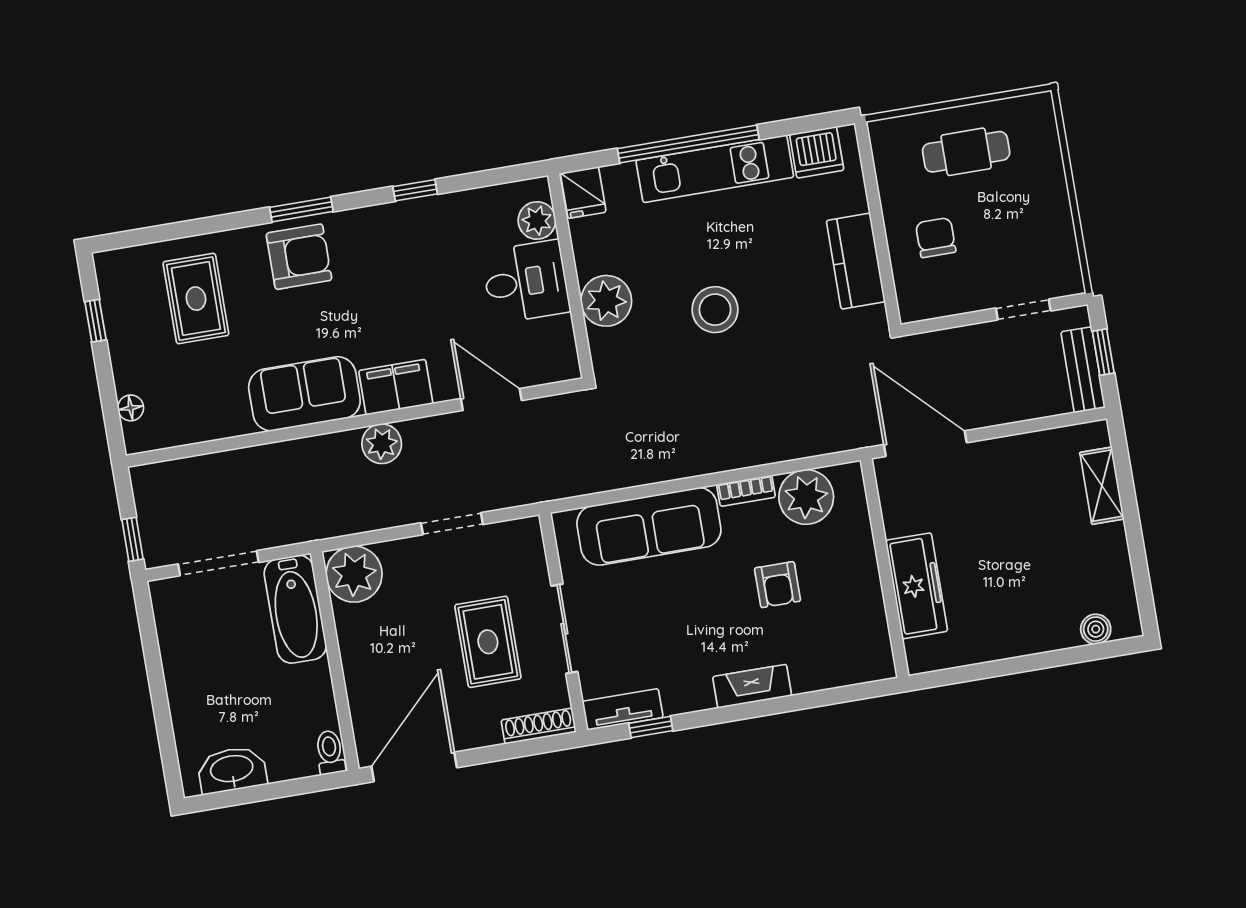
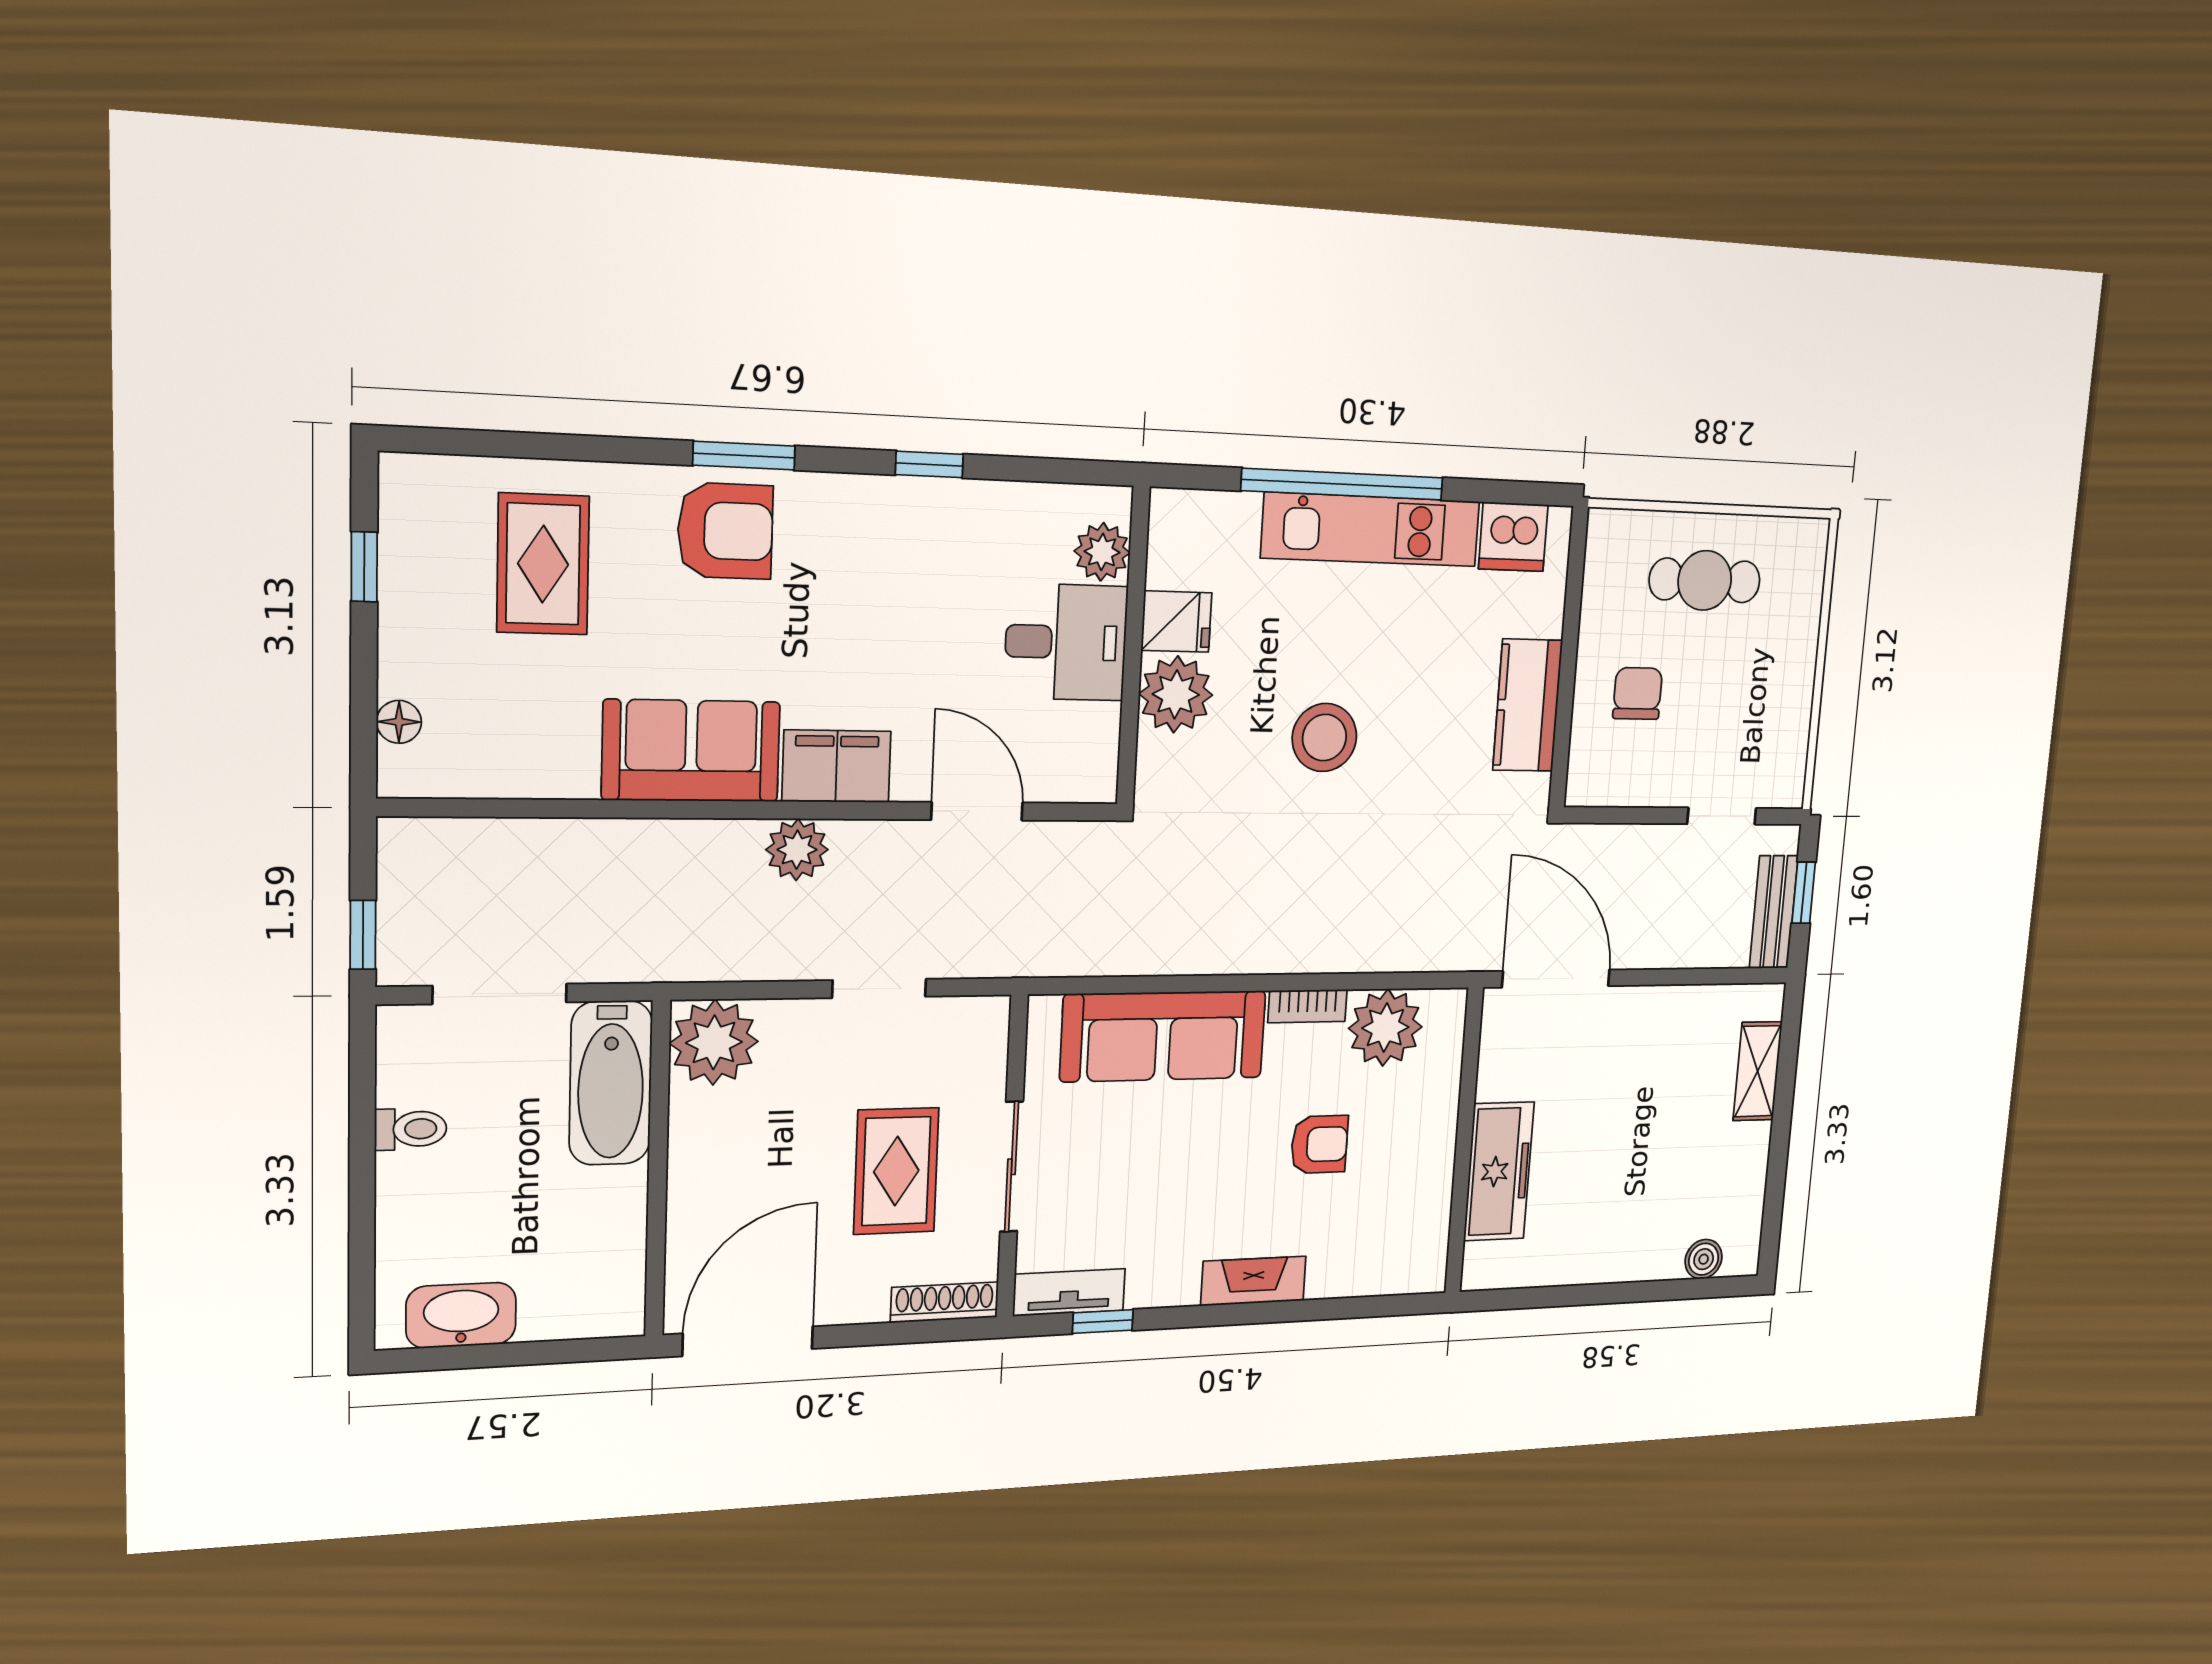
fridge: (583, 193) -> (1177, 621), moved, turned -90
armchair: (777, 585) -> (1319, 1144), turned -90
toilet: (330, 752) -> (411, 1129), moved, turned 90

